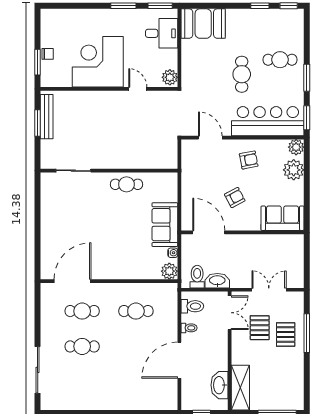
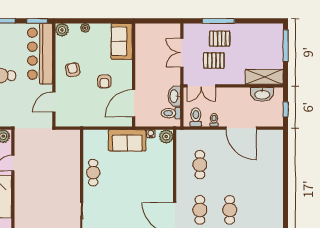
plant: (294, 170) -> (85, 28), width x0.53, depth x0.53
armchair: (235, 198) -> (104, 81), turned -152
double door: (230, 313) -> (201, 86), swing flipped

